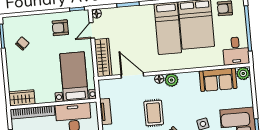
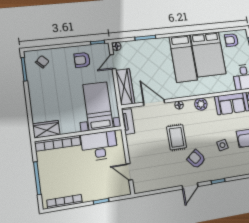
chair: (22, 43) -> (42, 62), moved
plant: (171, 80) -> (201, 104), moved
tv unit: (106, 112) -> (128, 121), moved

